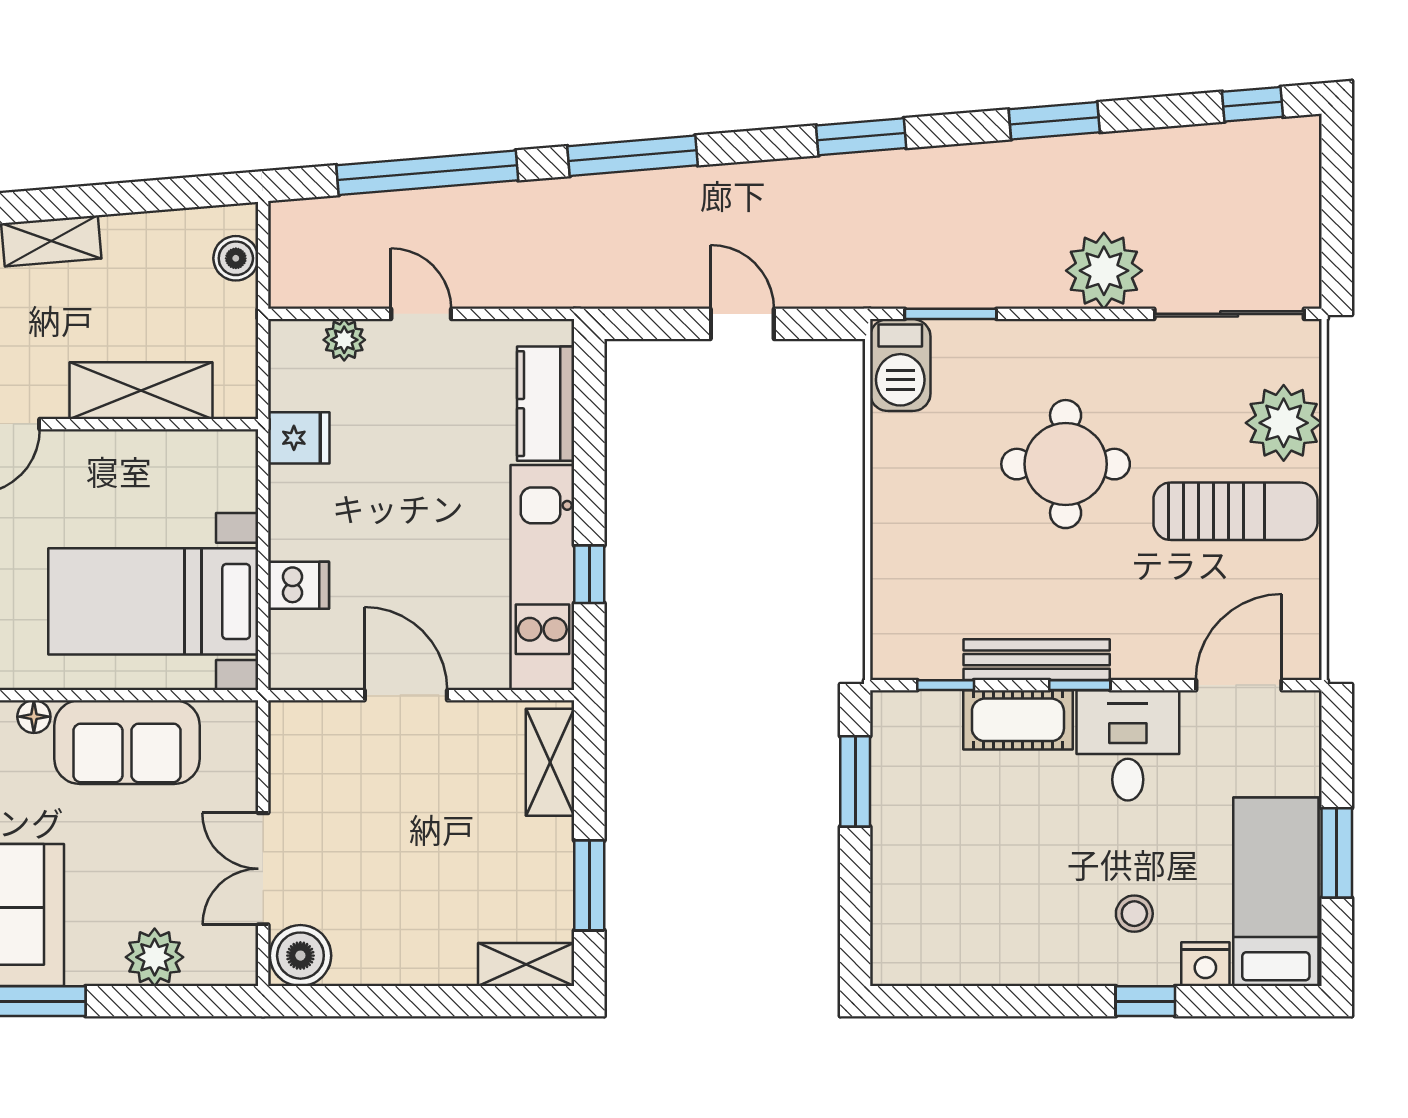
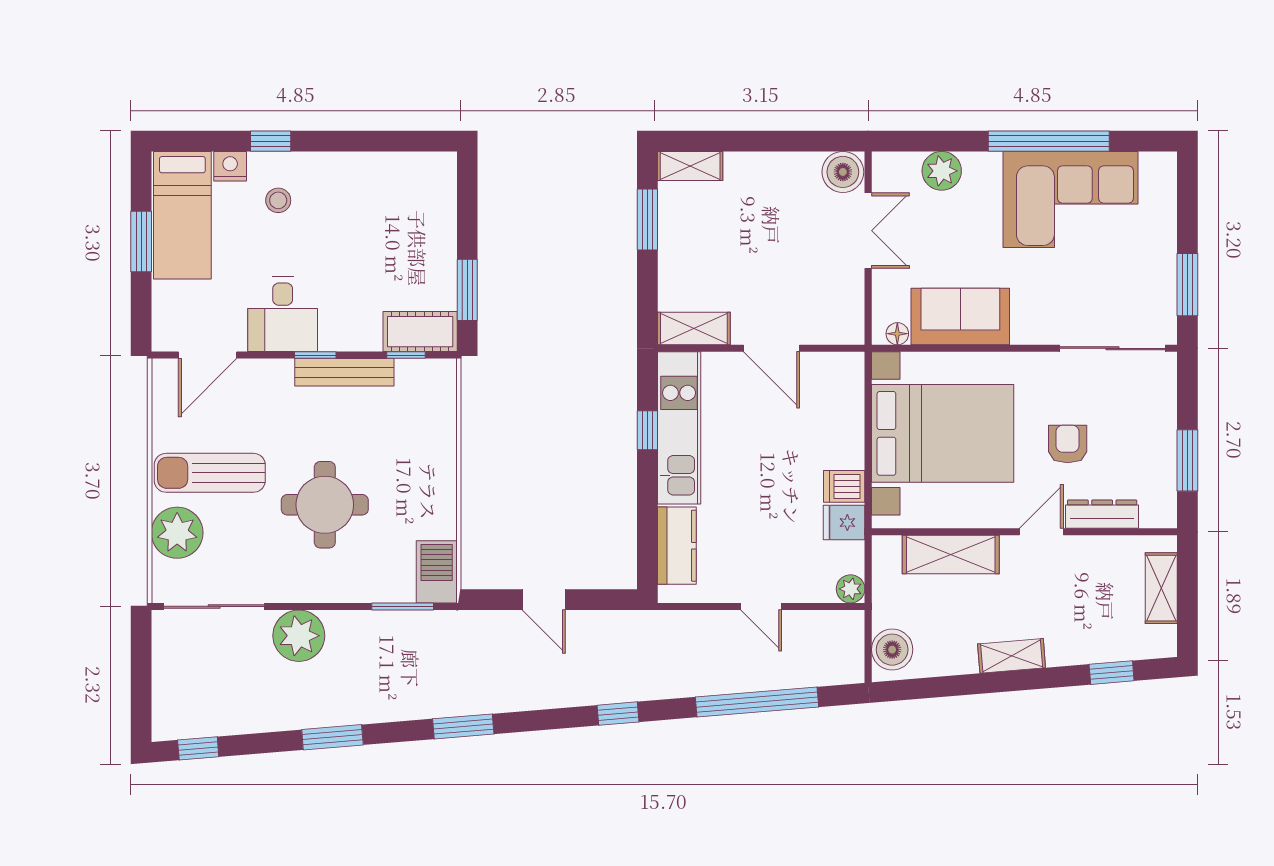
window: (633, 156) -> (618, 714), width x0.46
boiler: (236, 258) -> (892, 650), width x1.36, depth x1.36
plant: (344, 340) -> (851, 589), moved
dishwasher: (299, 585) -> (844, 486), moved
bed with nightstands: (153, 601) -> (943, 433), width x1.36
floor lamp: (34, 717) -> (897, 334), moved
cot: (1018, 720) -> (420, 332), moved
shelving: (550, 762) -> (694, 329), moved, turned 90

